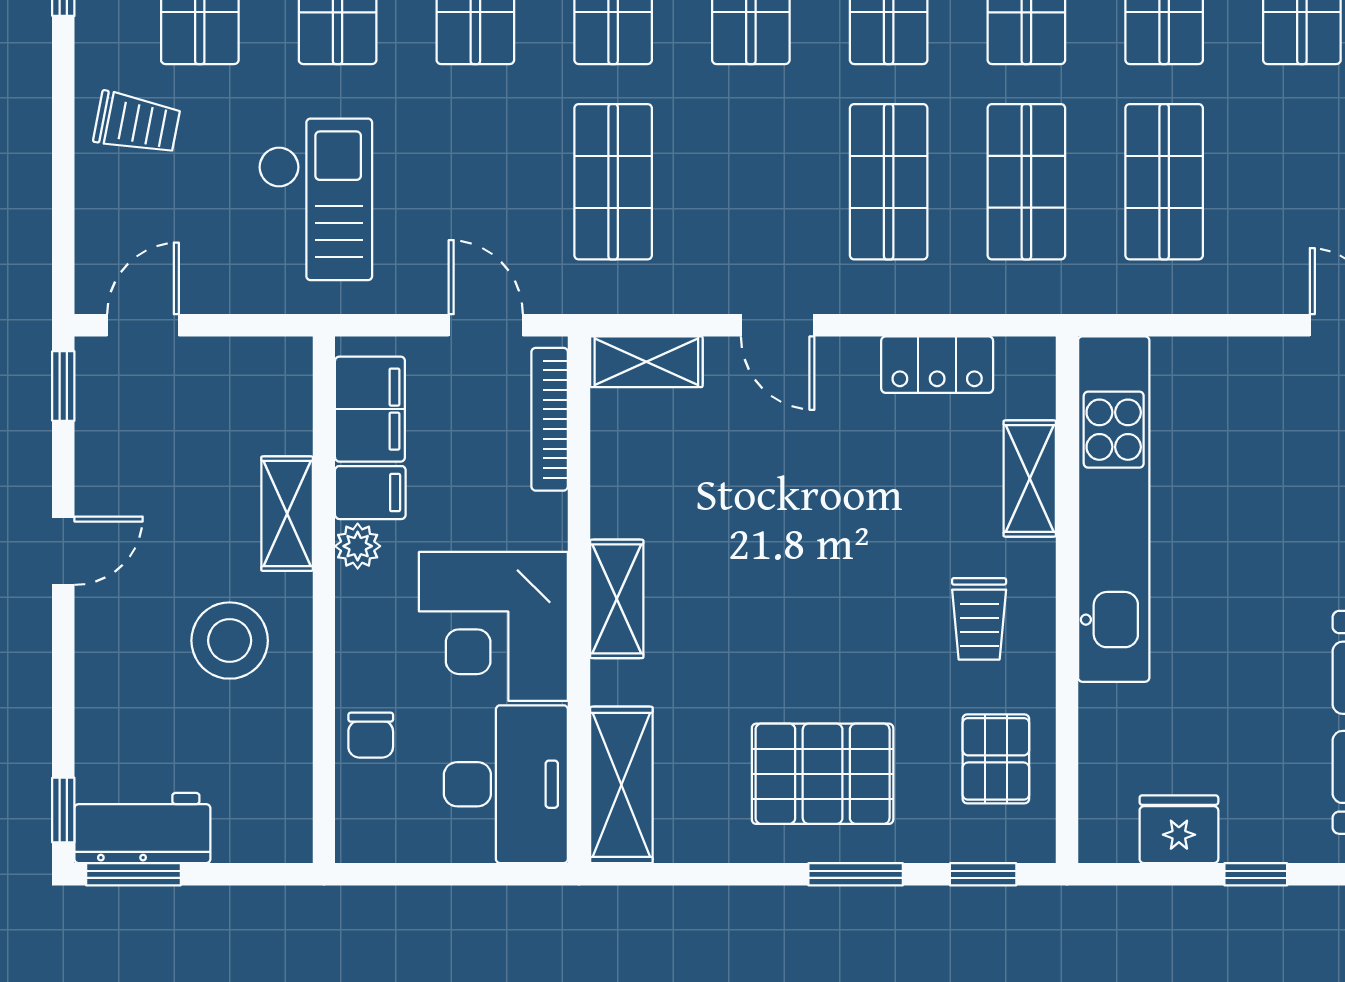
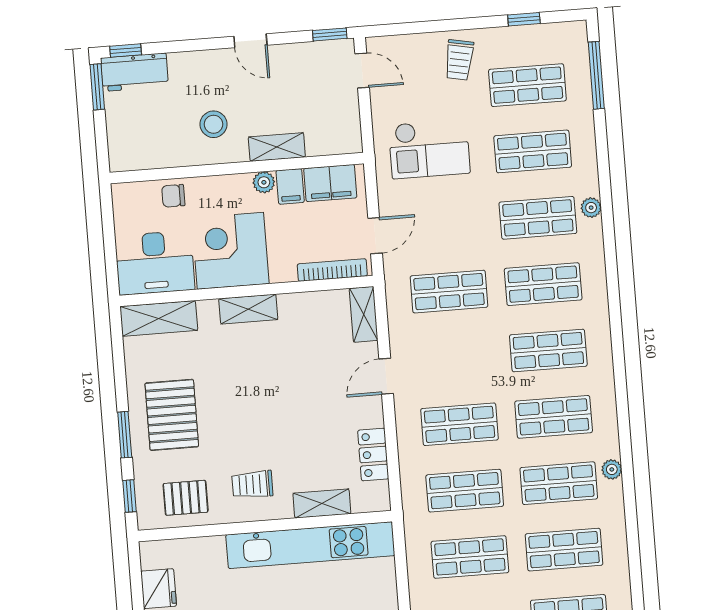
stool: (230, 641) -> (214, 124), width x0.73, depth x0.73
workbench: (142, 828) -> (134, 72), moved, turned 90

